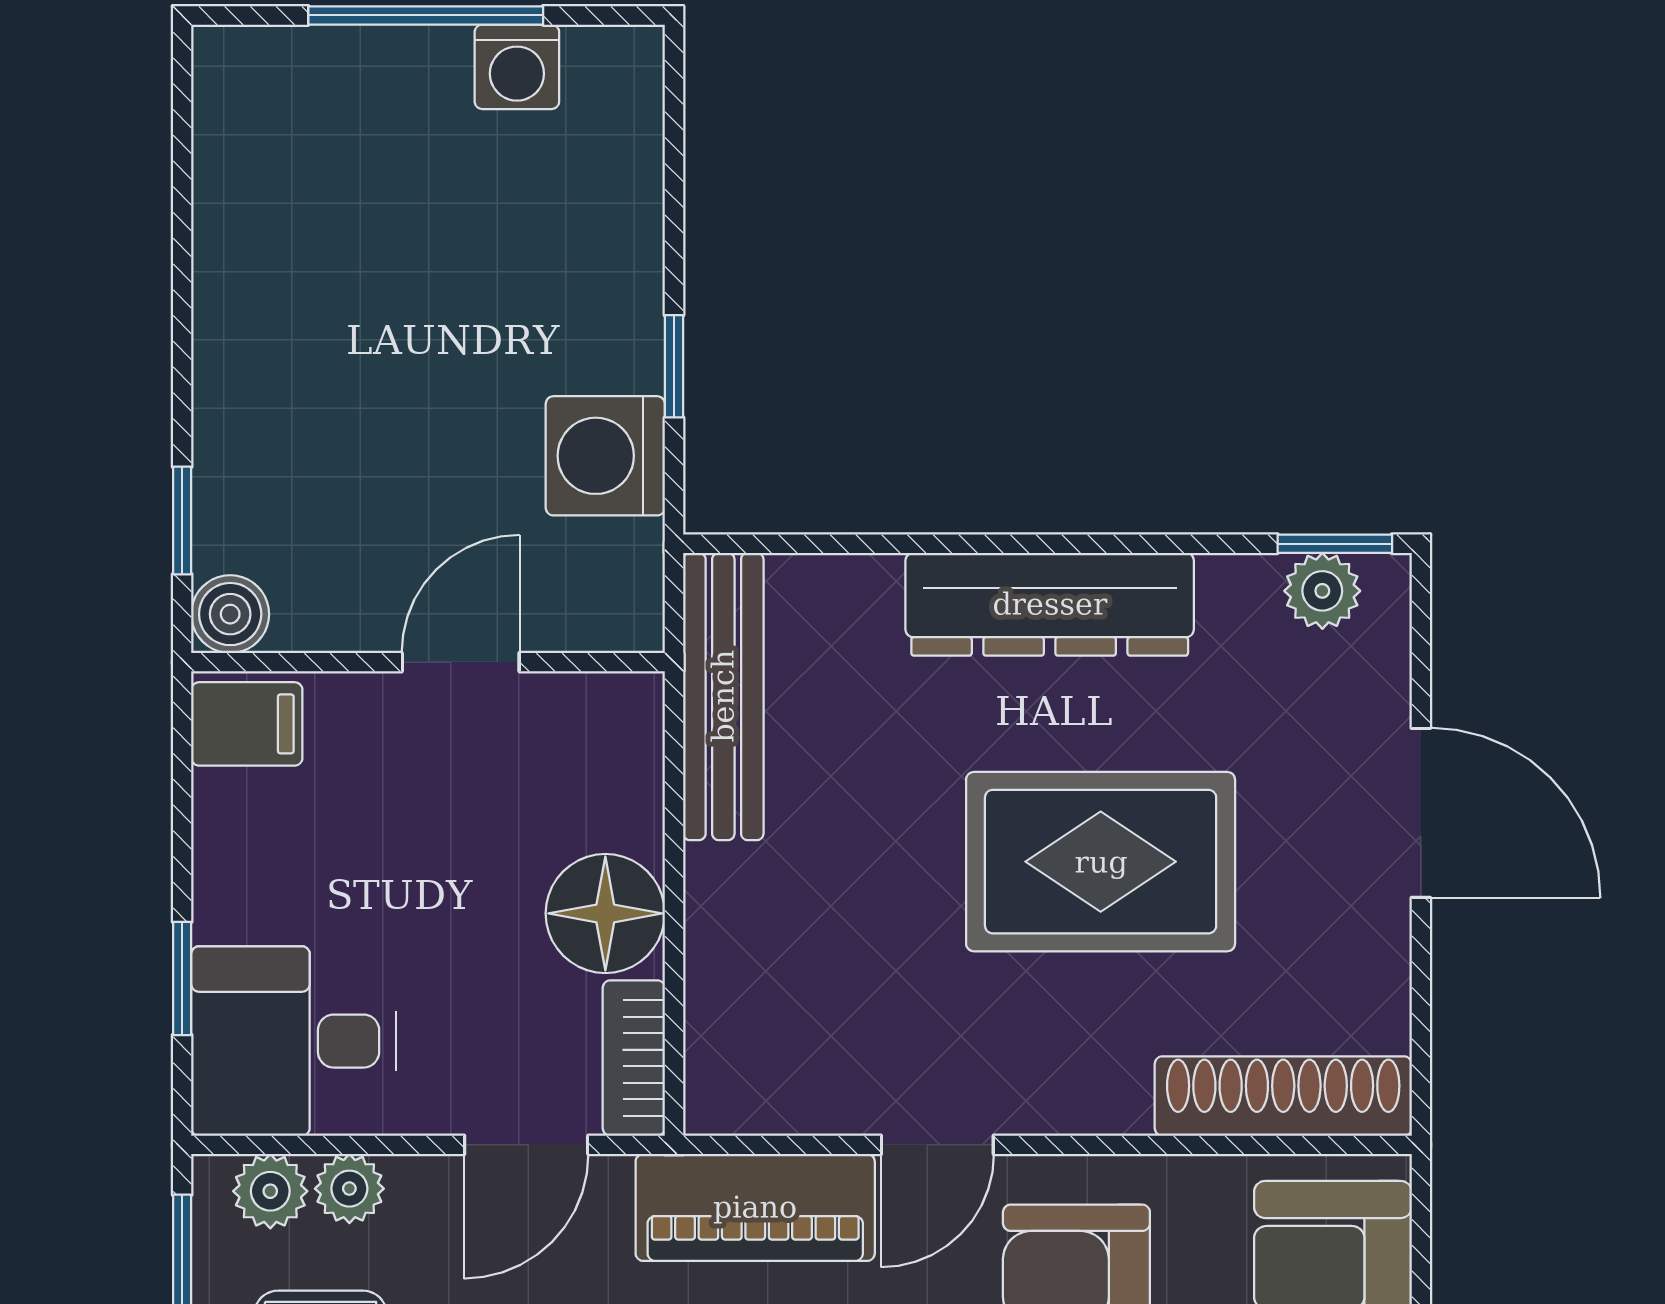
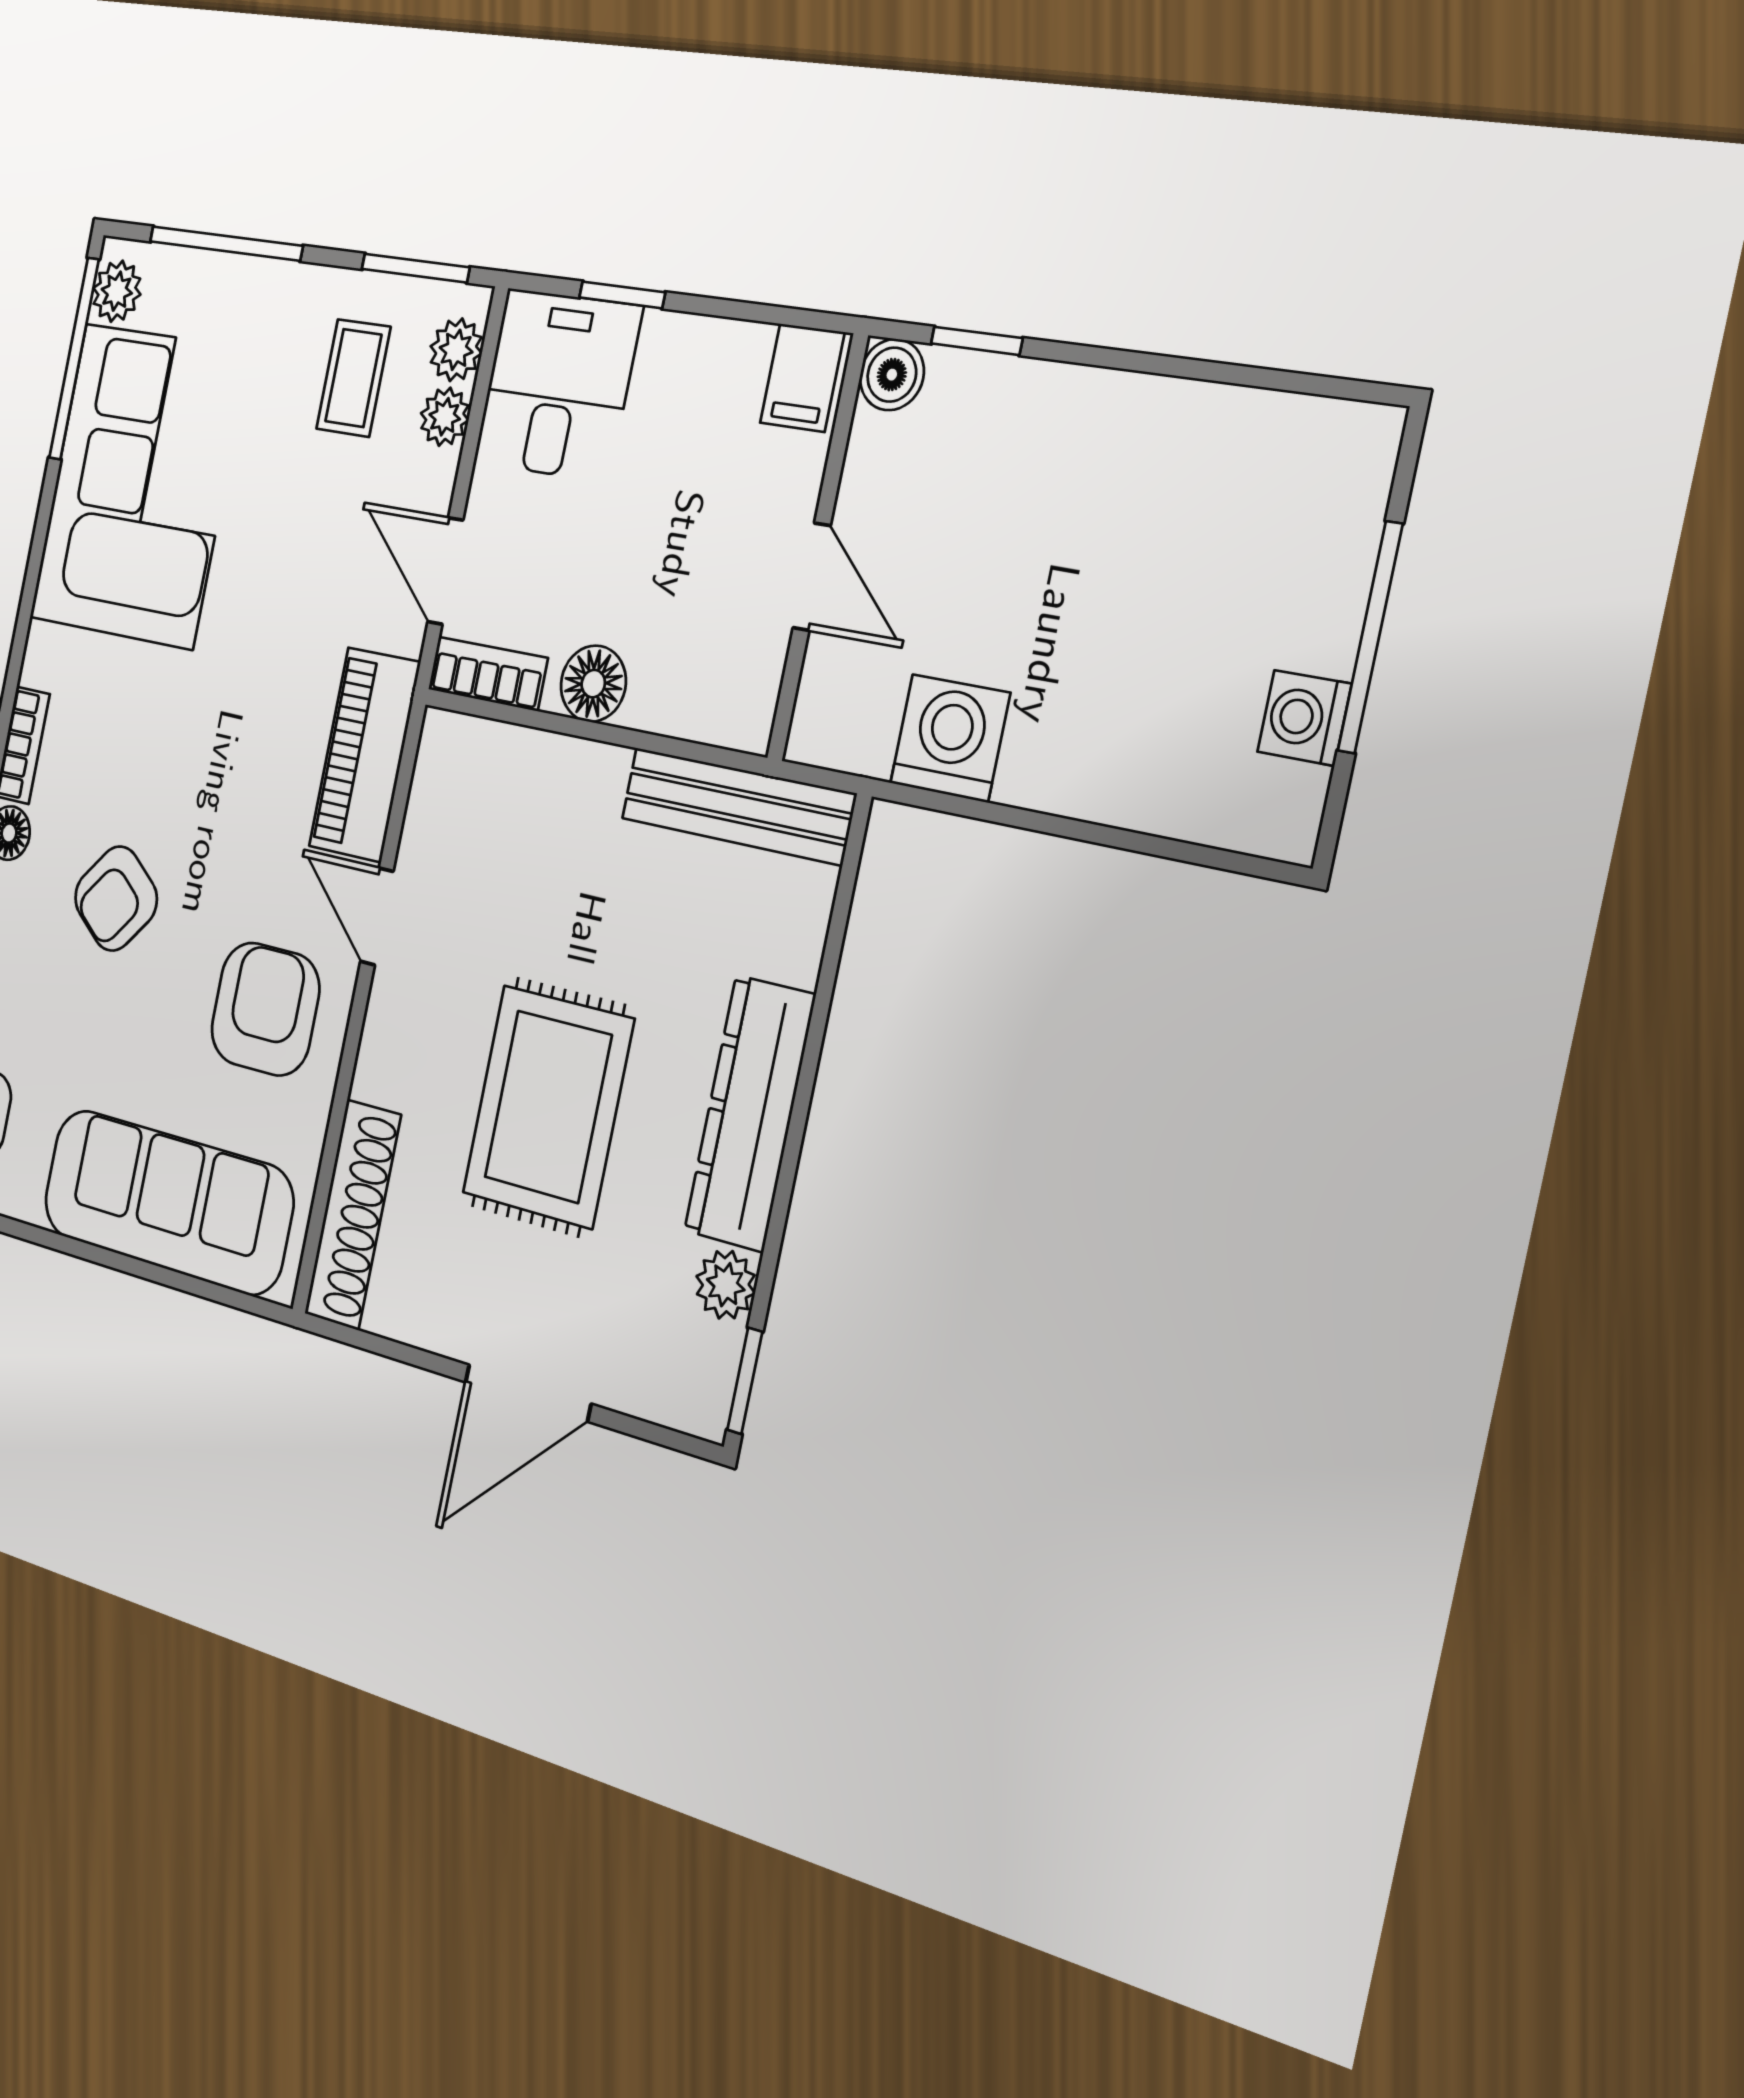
window: (674, 366) -> (1011, 816), removed
plant: (1322, 591) -> (726, 1285), moved
floor lamp: (605, 913) -> (593, 684), width x0.73, depth x0.73

